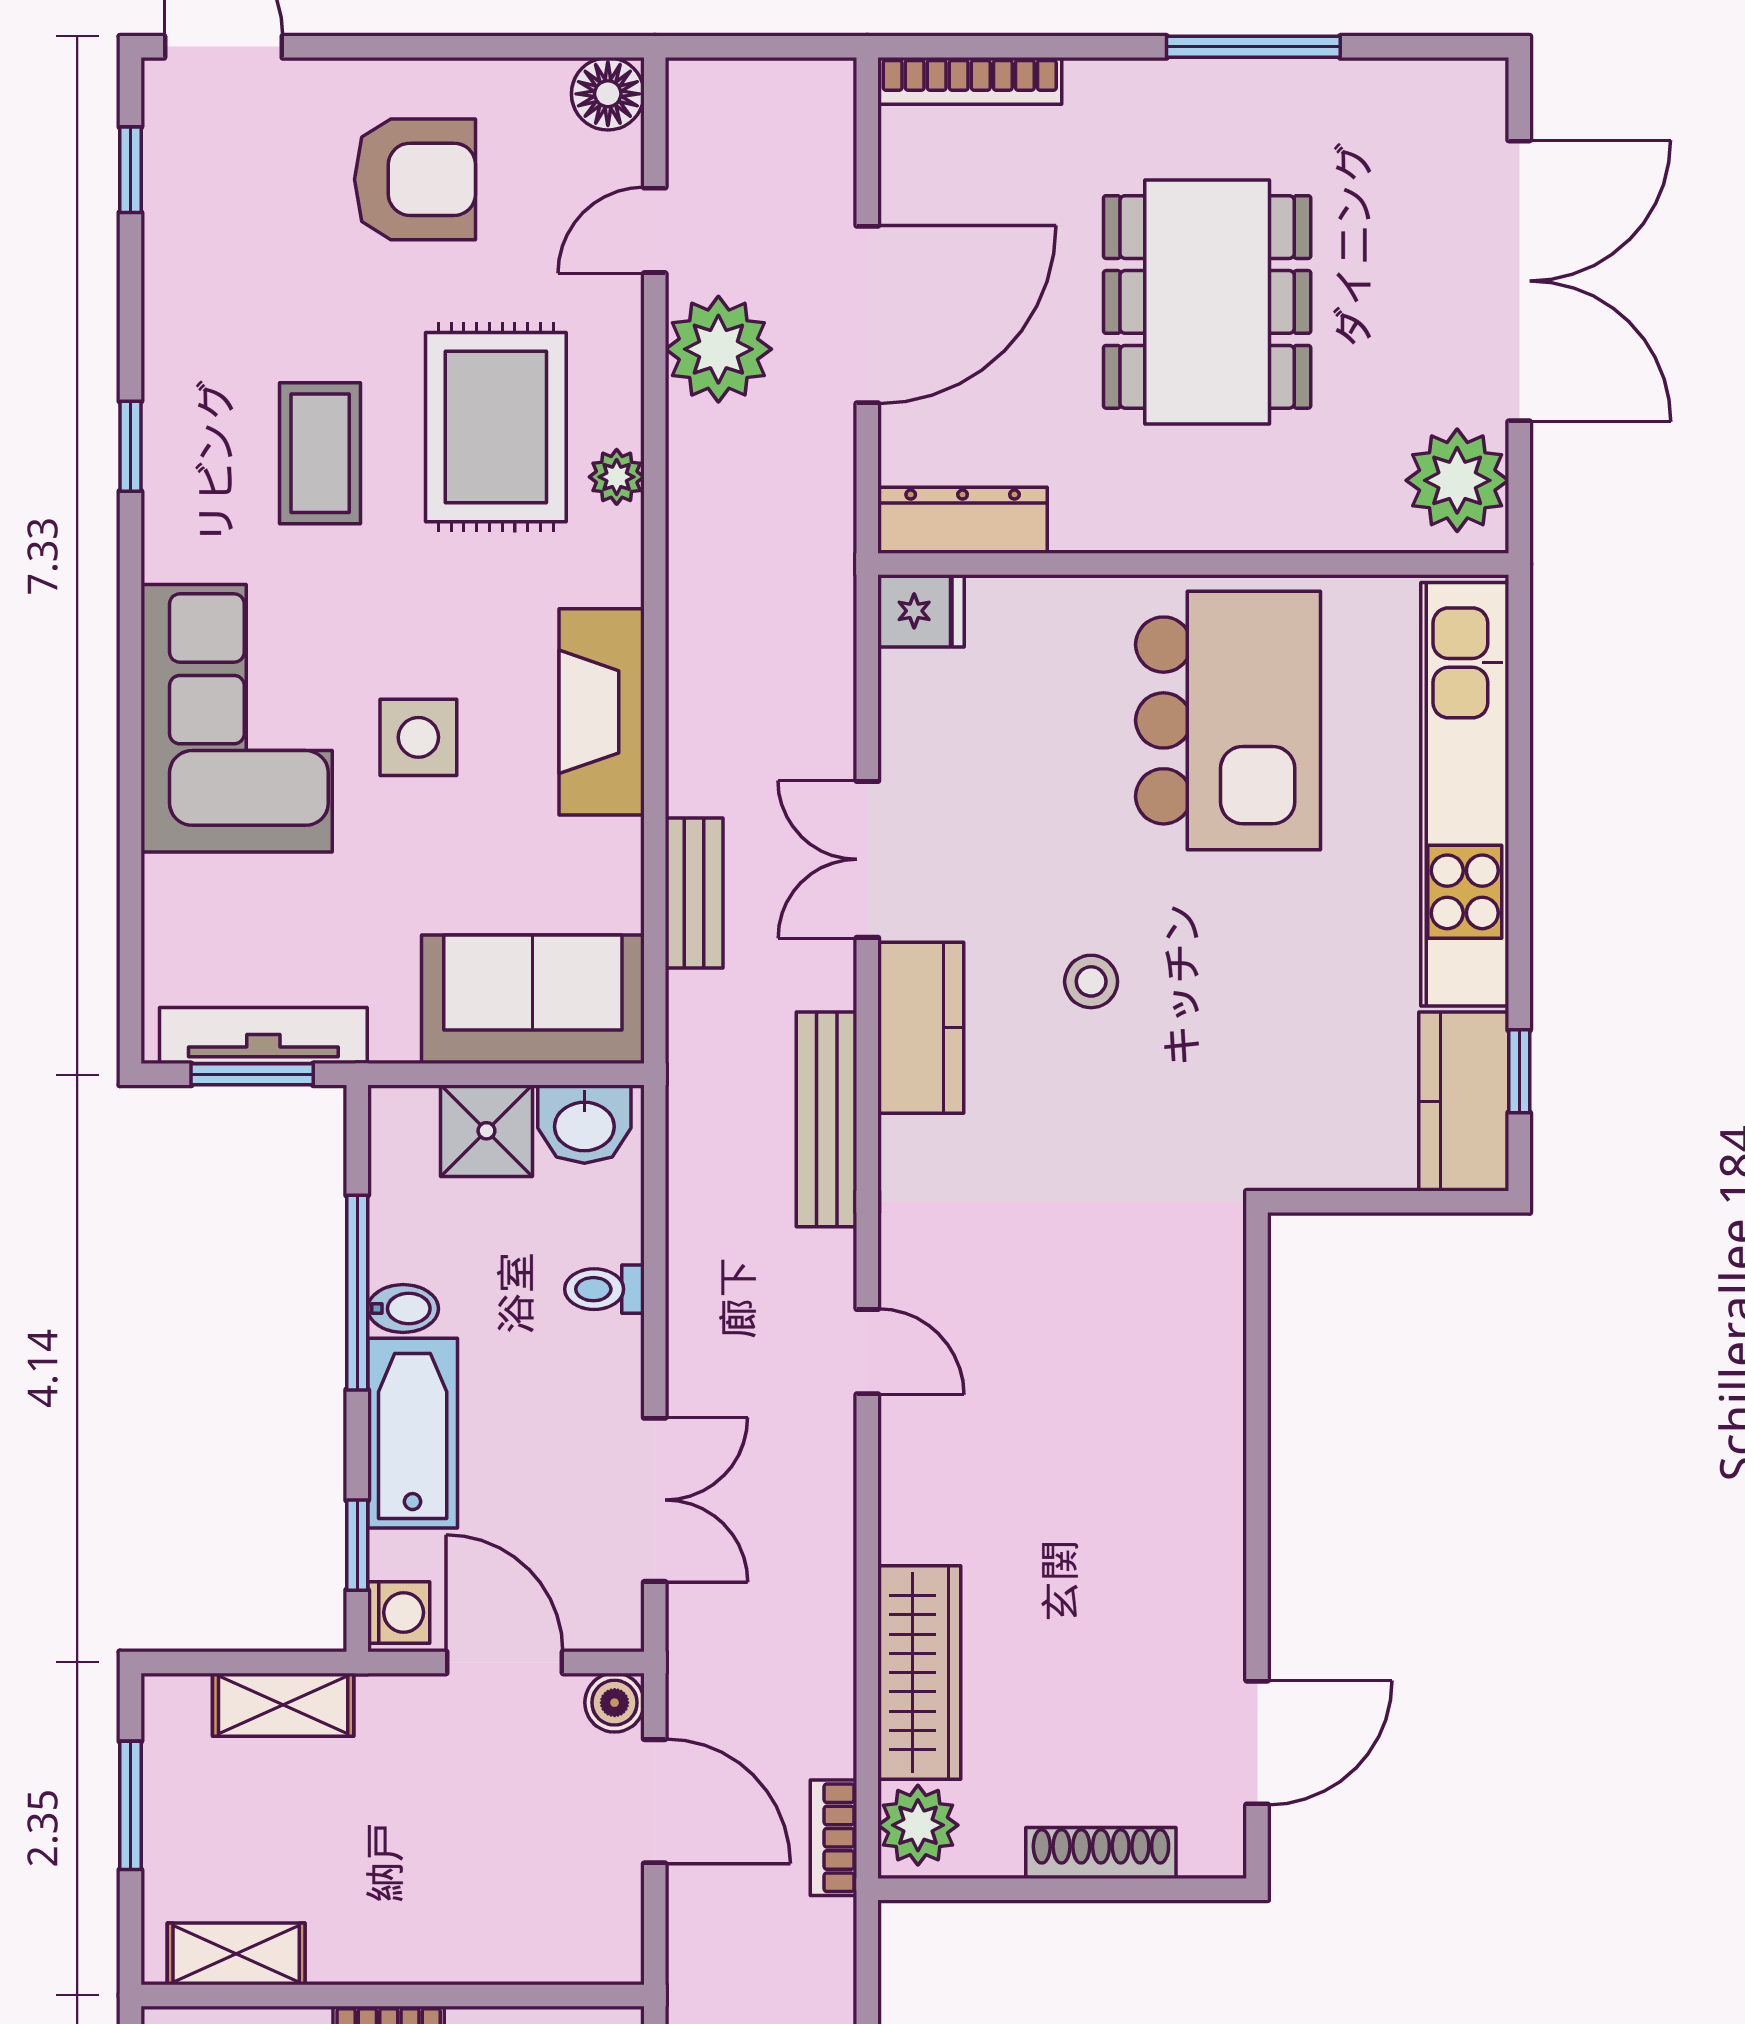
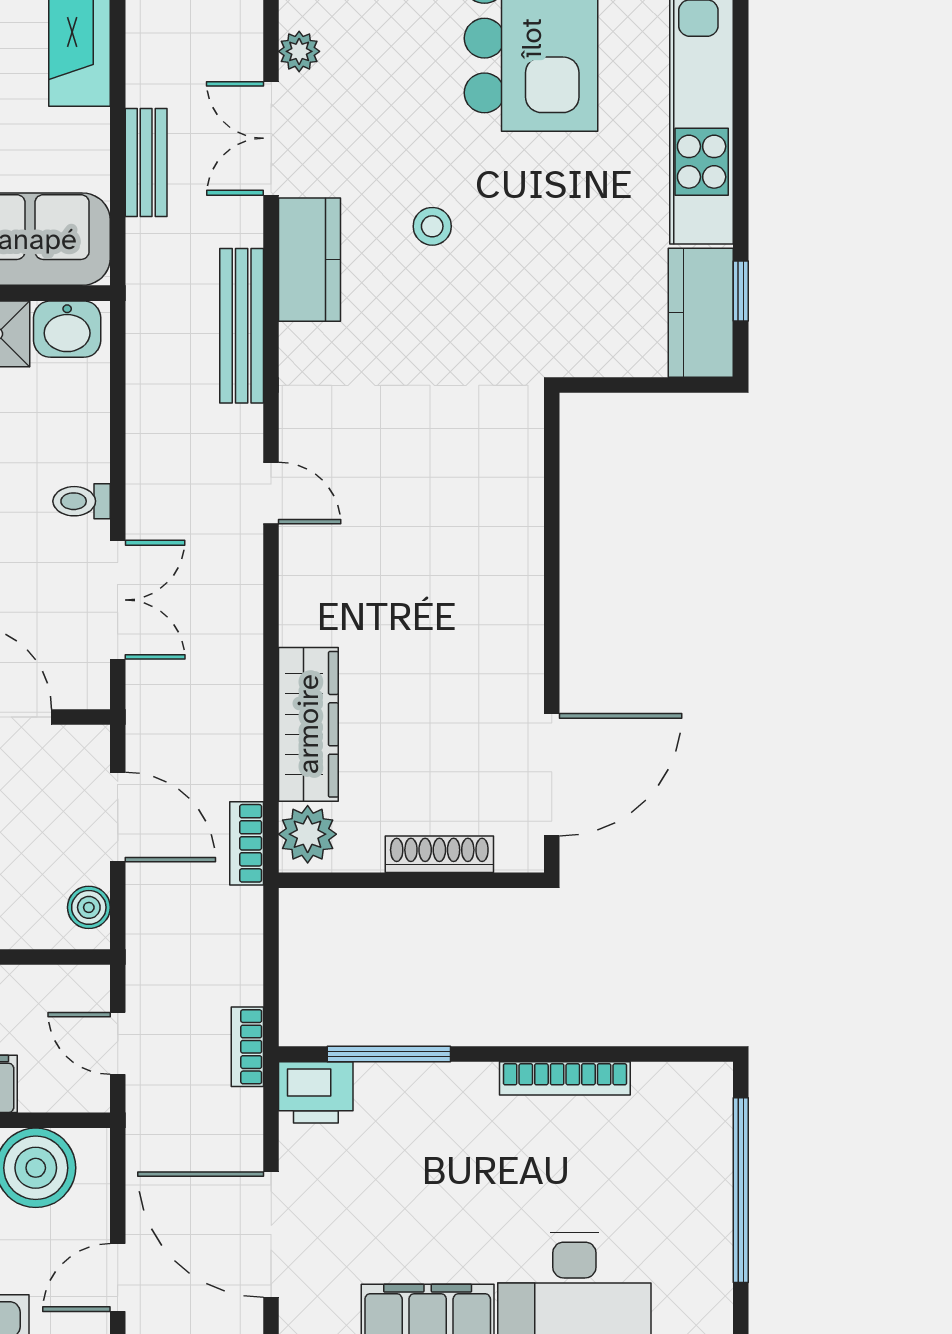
plant: (906, 739) -> (299, 51), added
toilet: (604, 1289) -> (82, 501), moved
boiler: (615, 1703) -> (89, 907), moved
door: (1257, 1743) -> (552, 775), width x1.36

